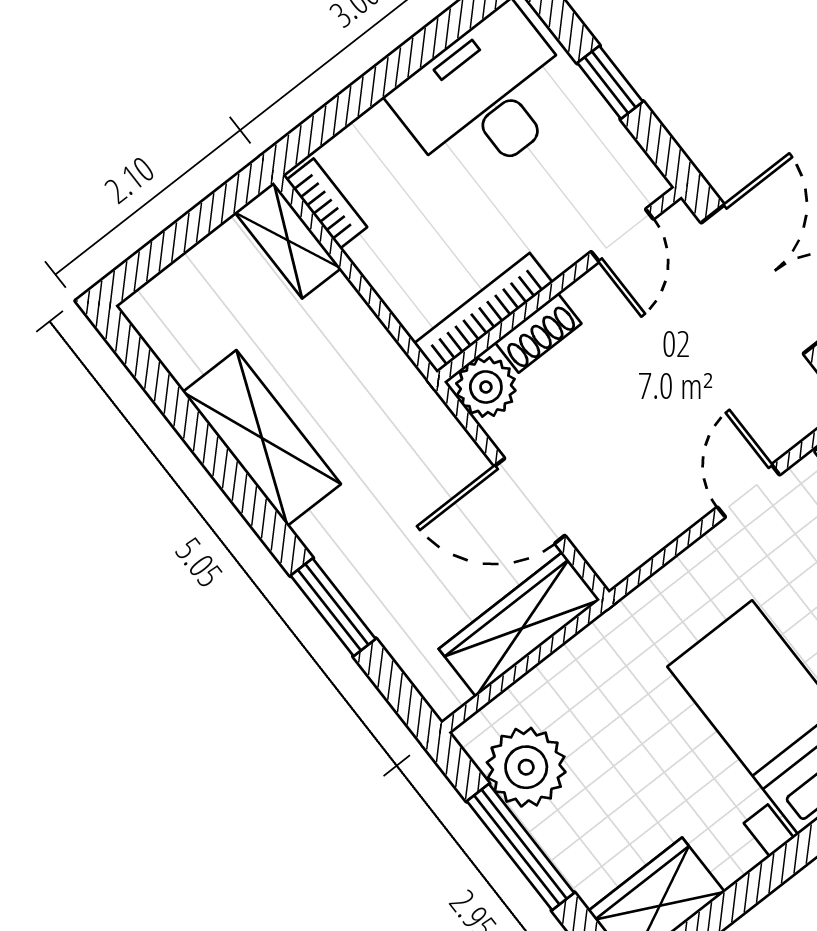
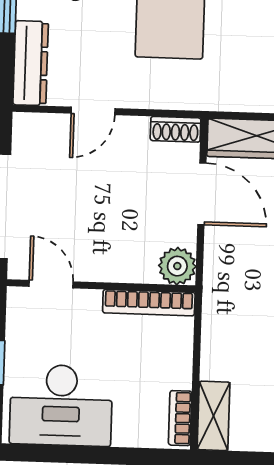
door: (622, 235) -> (51, 284), hinge flipped
shoe rack: (538, 333) -> (176, 129), moved, turned 180

